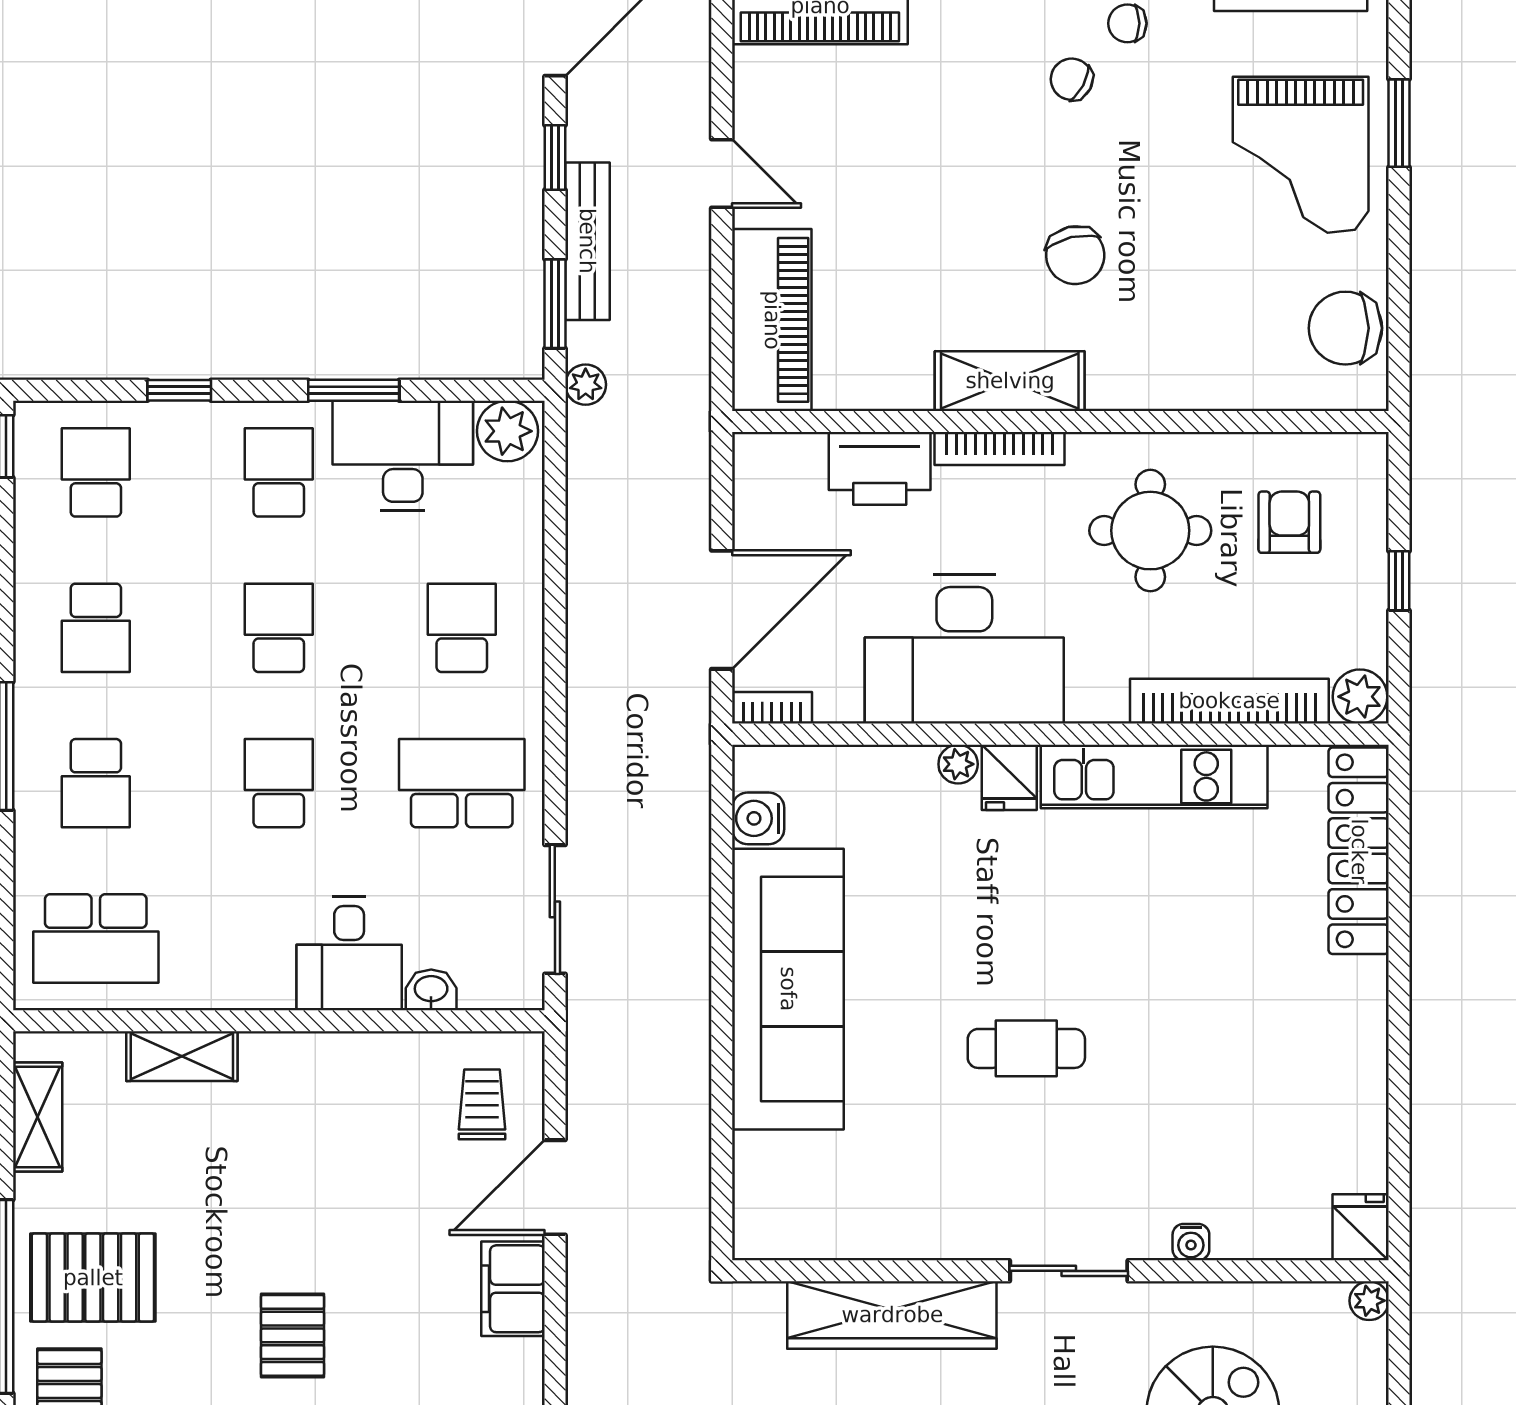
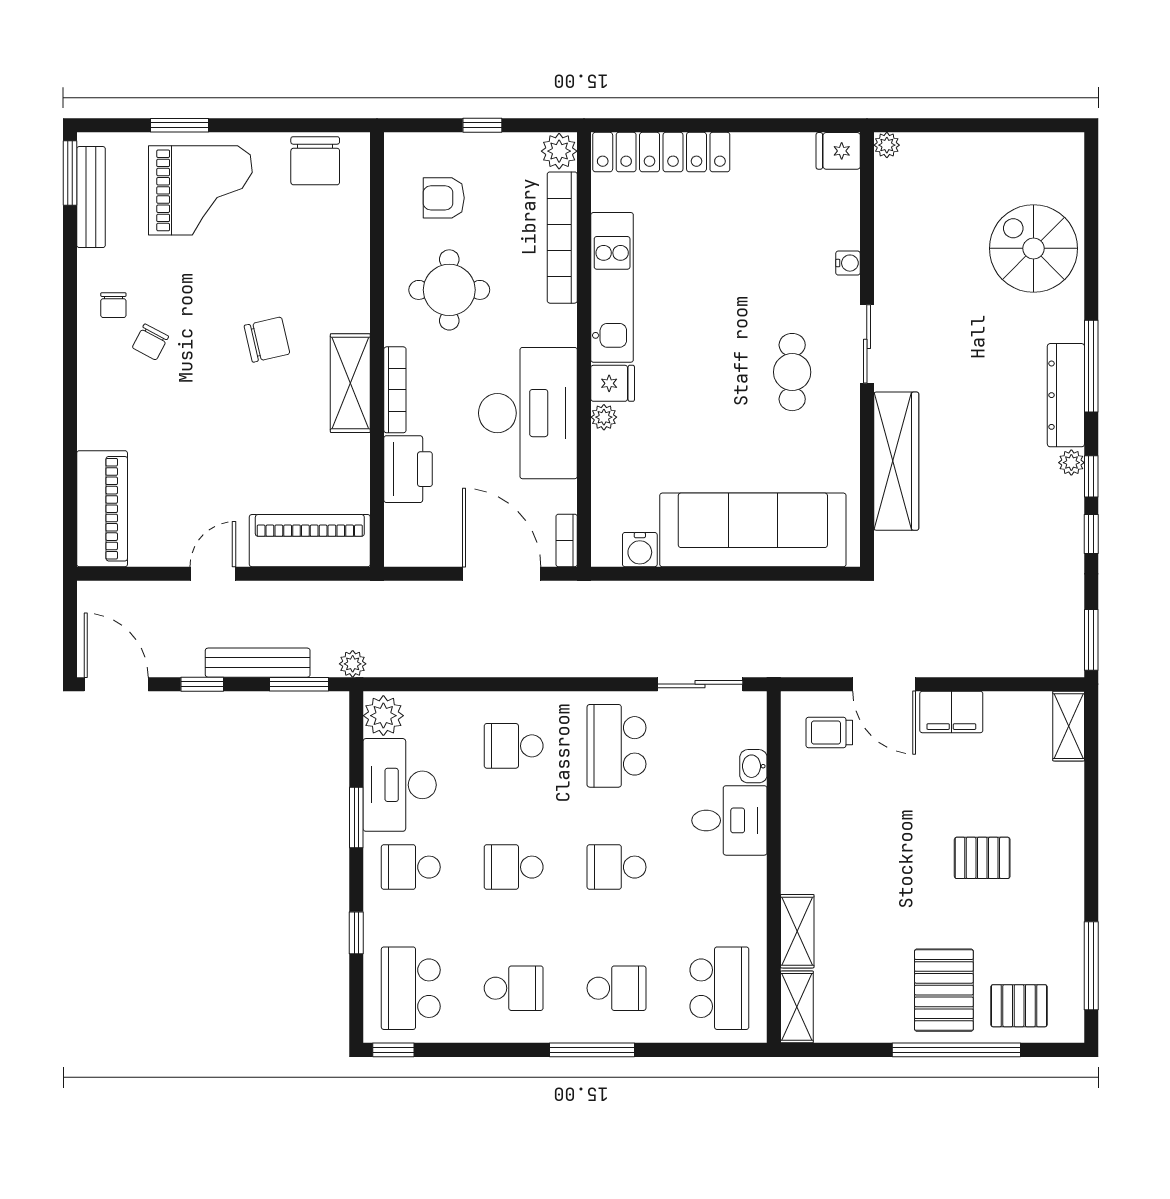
school desk: (96, 472) -> (411, 988), width x1.85
shelving: (38, 1117) -> (797, 1007), moved, turned 90
fridge: (1360, 1227) -> (838, 151), moved
water cooler: (1191, 1242) -> (848, 263), moved
wall: (1060, 1271) -> (867, 349), moved
sliding door: (1069, 1271) -> (867, 344), moved
plant: (1369, 1301) -> (887, 145), moved
wardrobe: (892, 1315) -> (896, 461), moved

